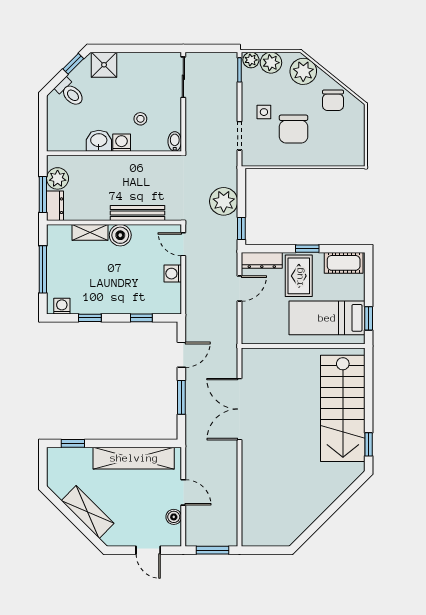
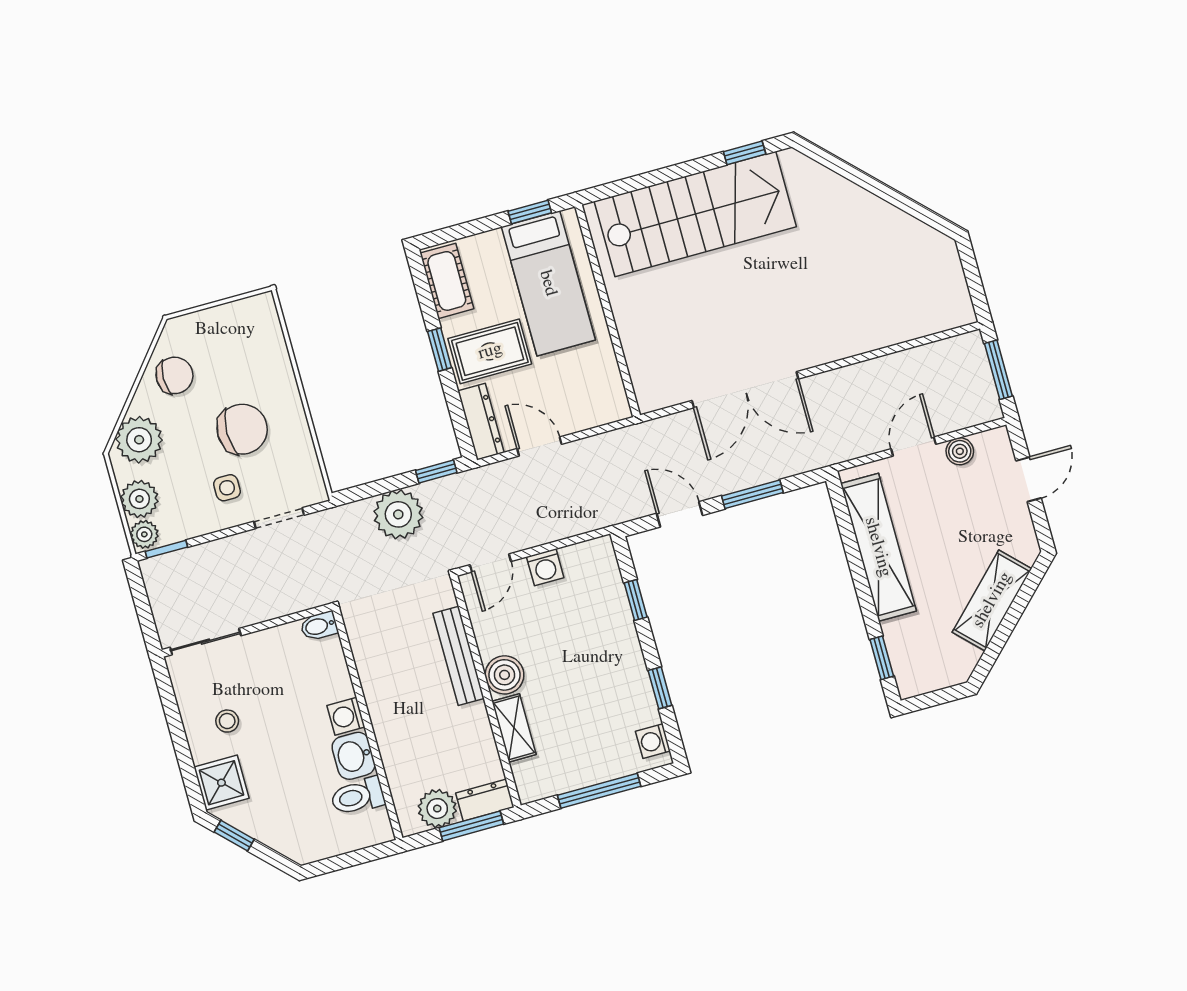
toilet: (70, 92) -> (358, 796), moved, turned -135
stool: (140, 119) -> (227, 721), moved

